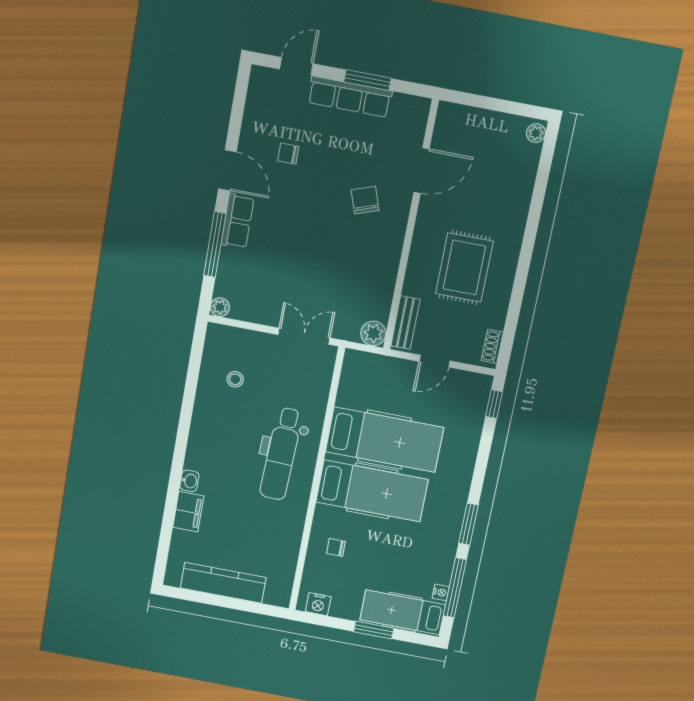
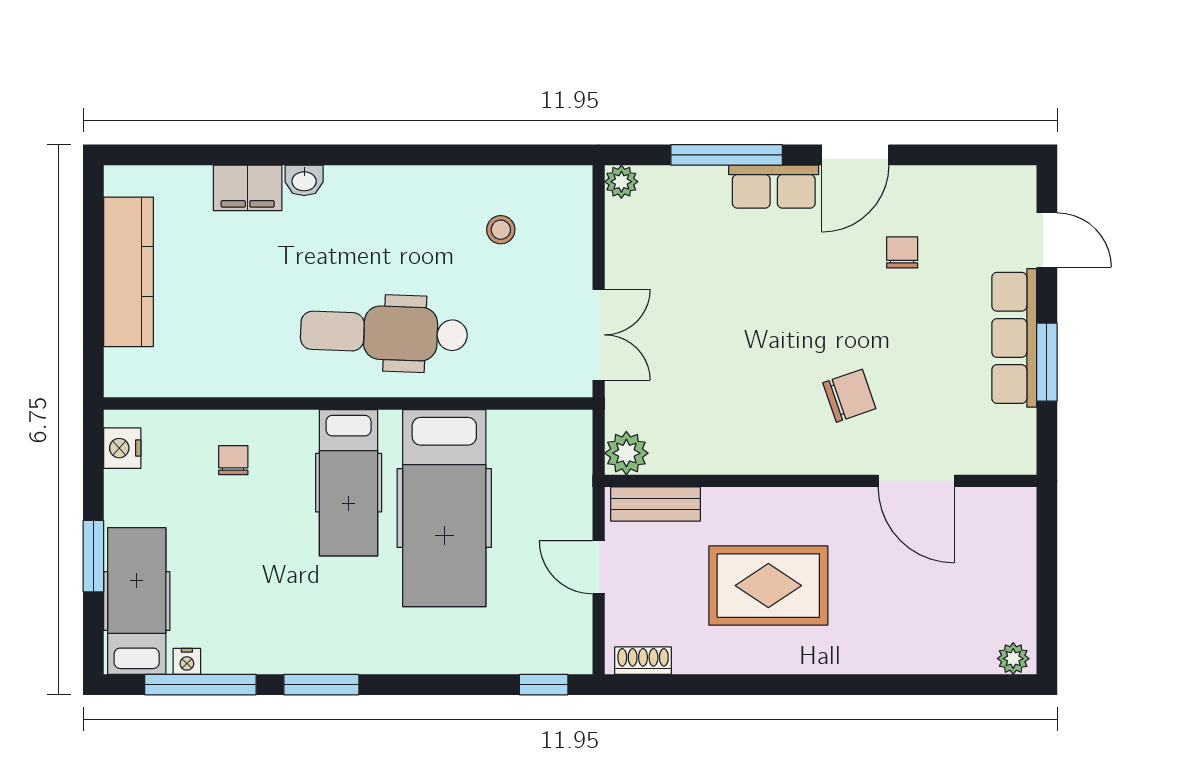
hospital bed: (372, 491) -> (349, 483), width x0.73, depth x0.78

